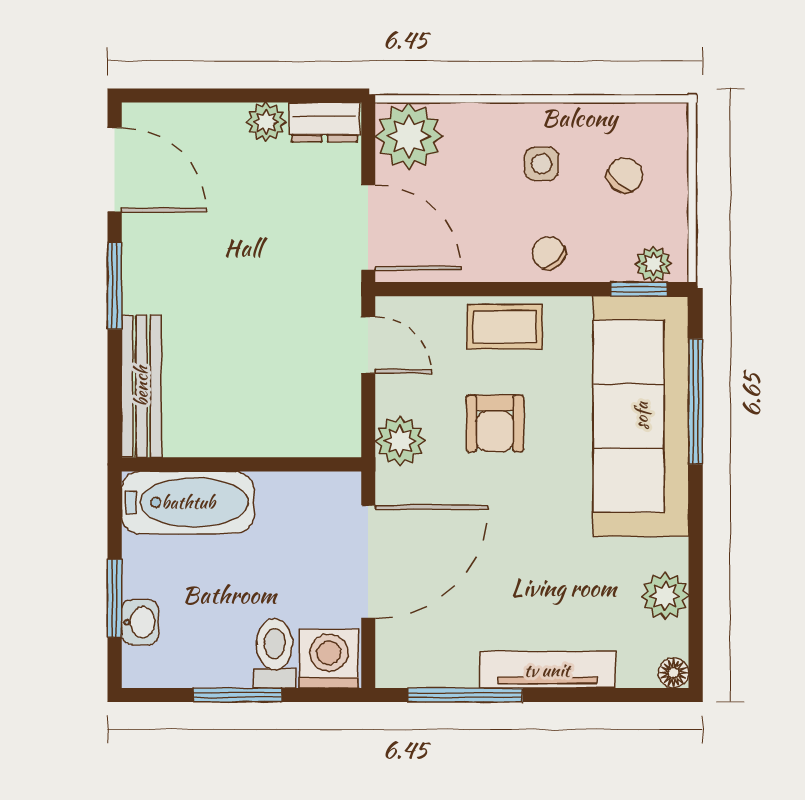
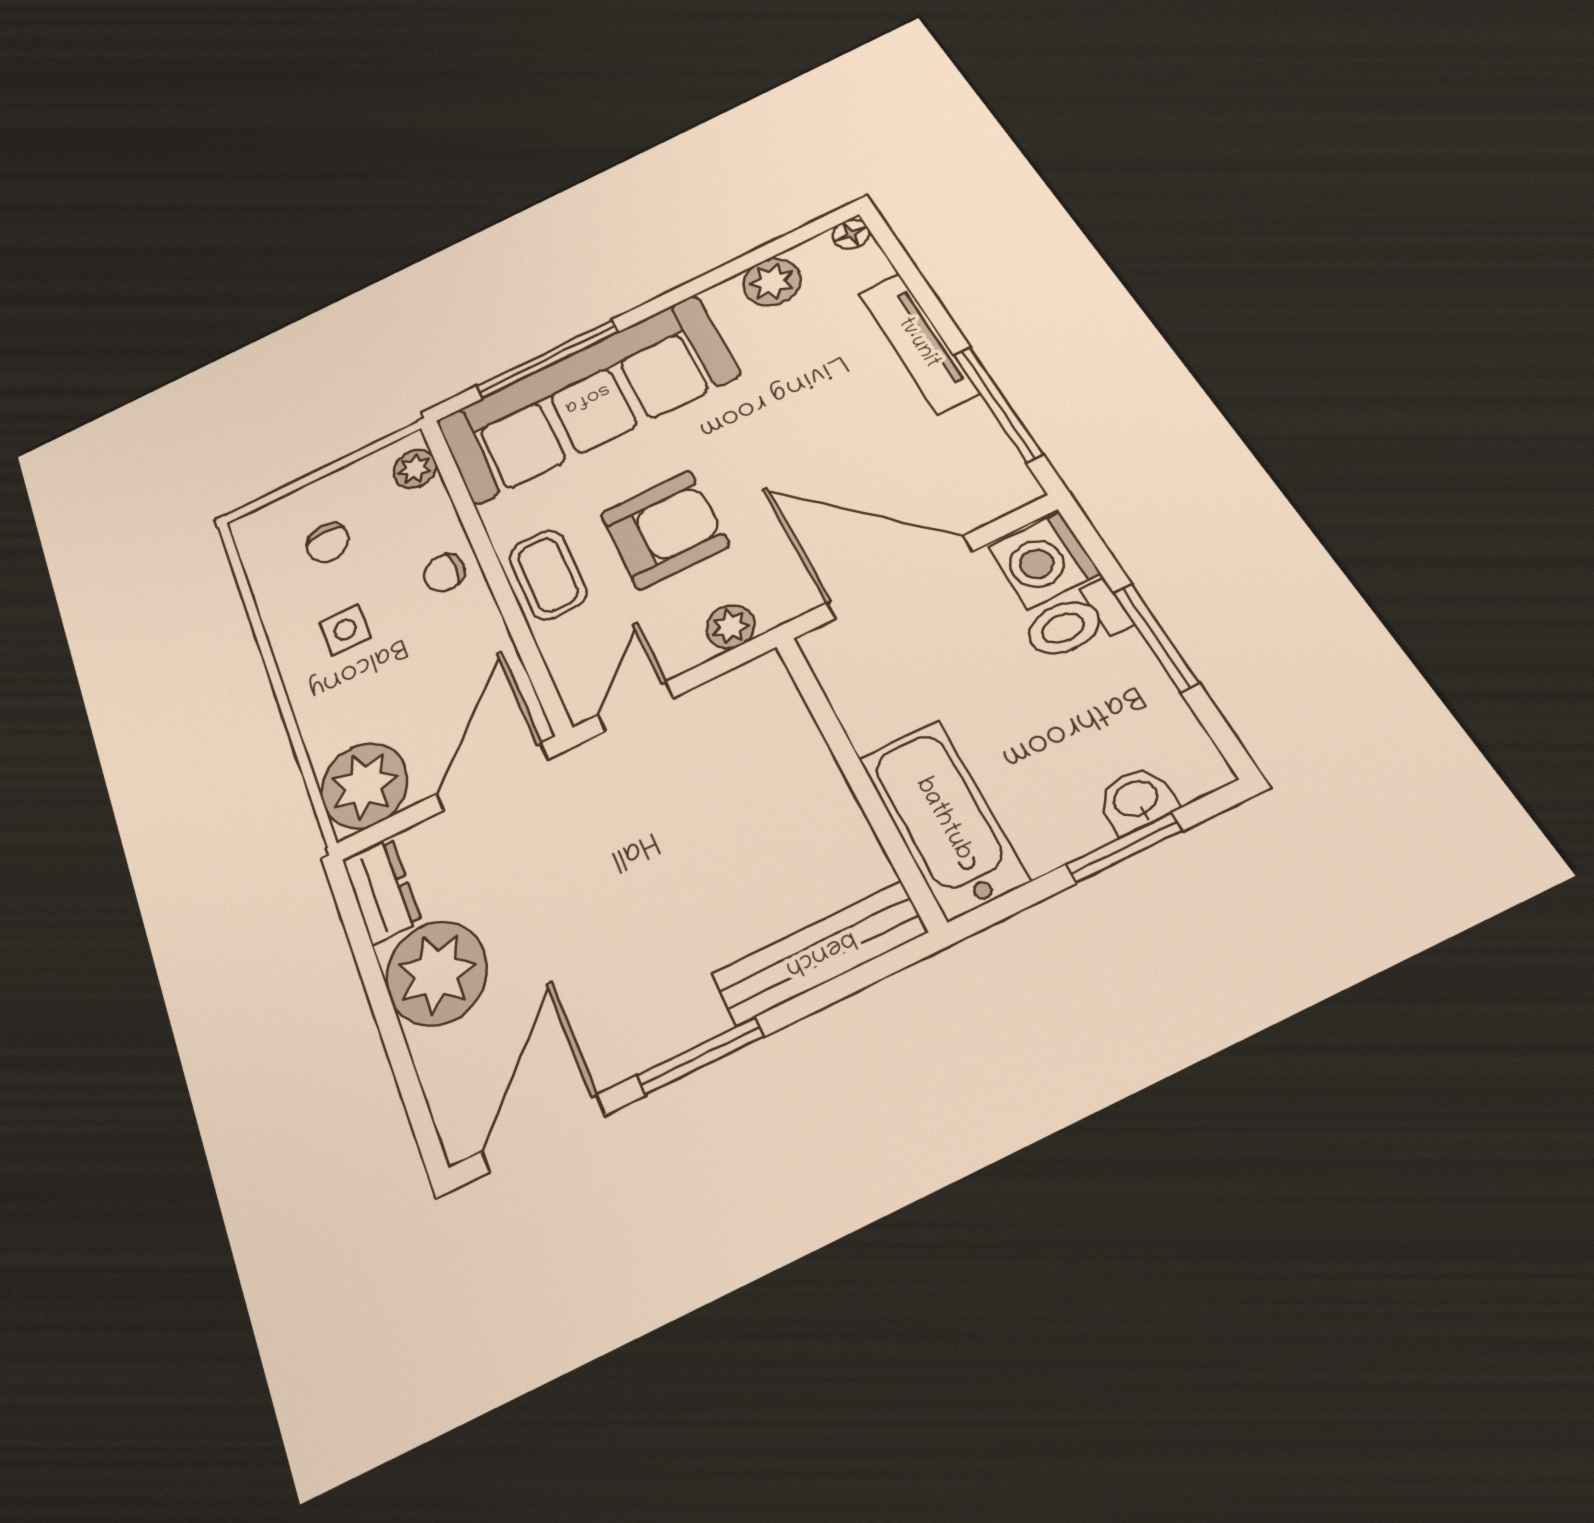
plant: (266, 122) -> (436, 973), width x1.87, depth x1.87
chair: (625, 175) -> (328, 543), turned -132
chair: (549, 253) -> (444, 573), turned 47
window: (639, 289) -> (448, 469), removed
armchair: (495, 423) -> (664, 530), width x1.38, depth x1.38
plant: (400, 441) -> (730, 627), width x0.73, depth x0.73

